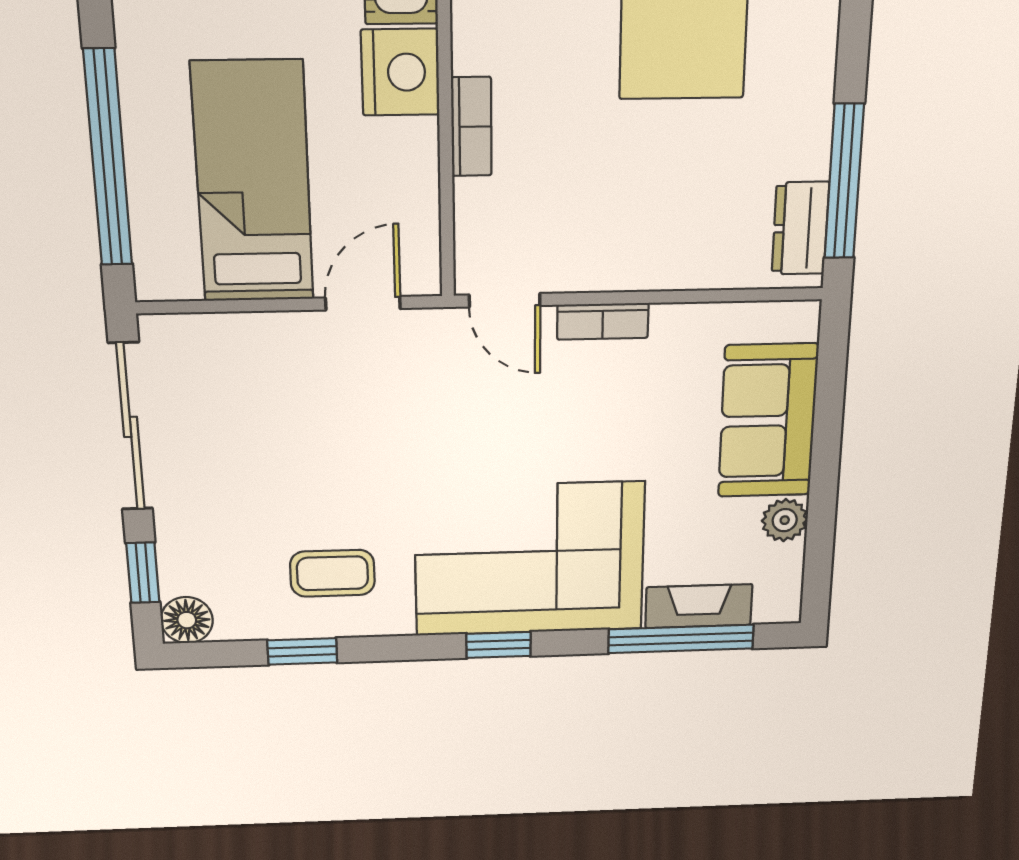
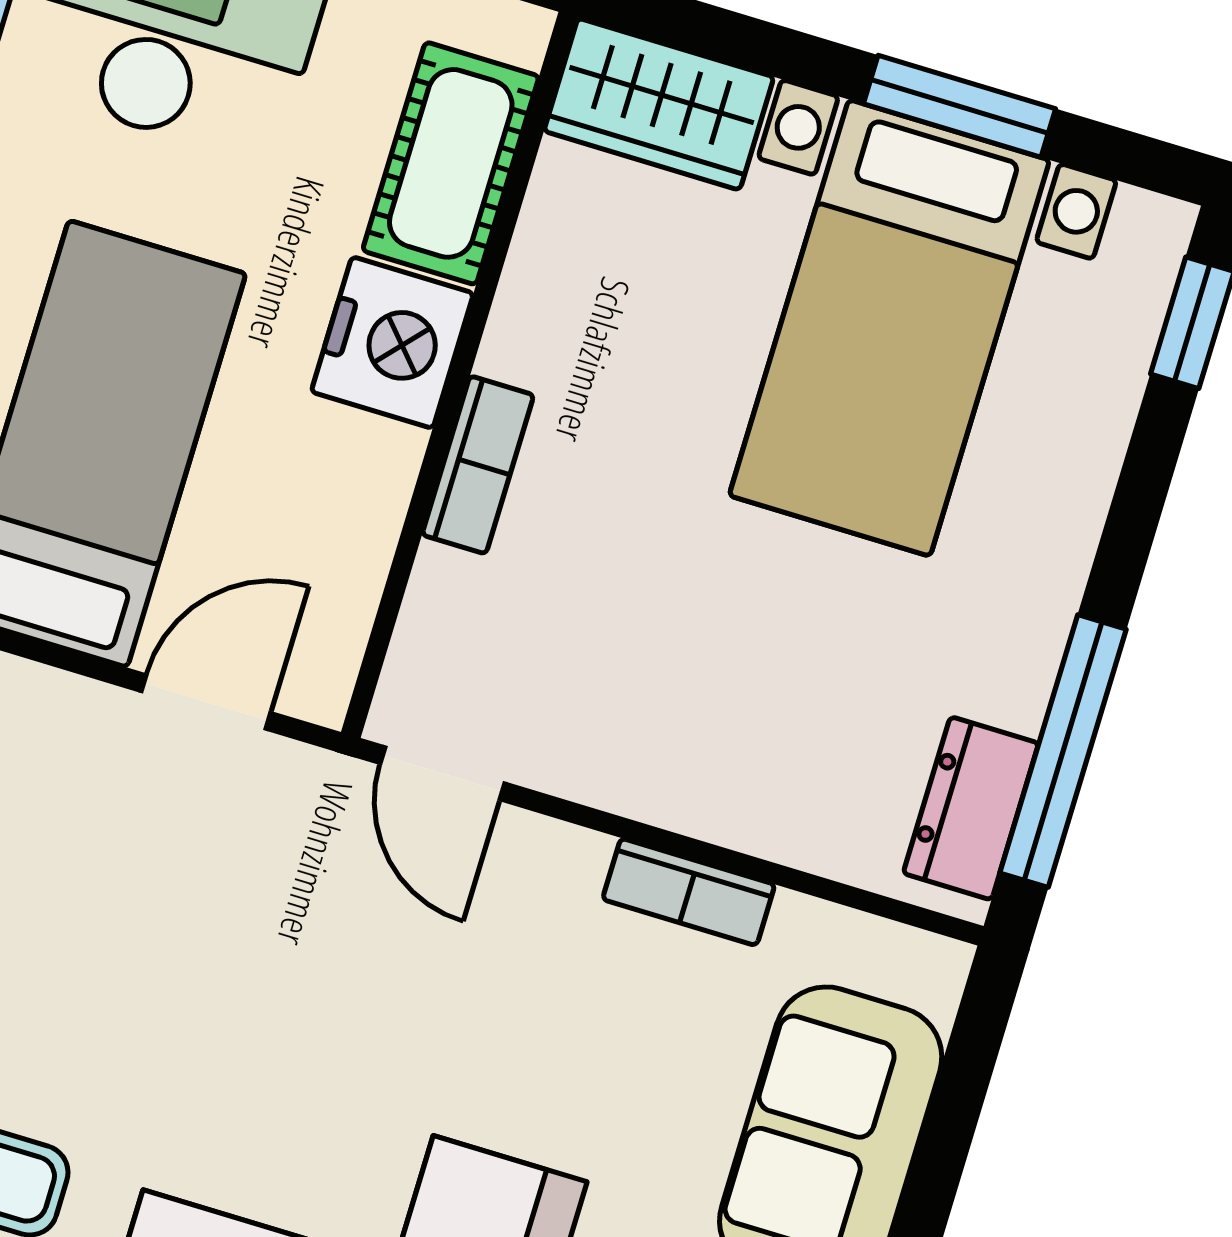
bookcase: (603, 321) -> (689, 892), moved

